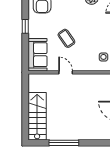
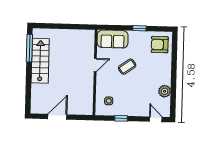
stairs: (37, 116) -> (40, 61), moved, turned -90
window: (64, 143) -> (29, 48), moved

